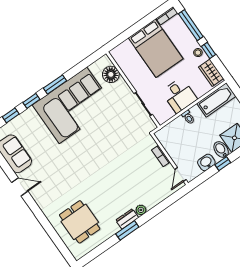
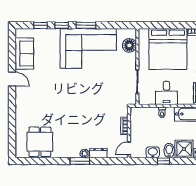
bed: (156, 48) -> (168, 49), width x1.36
dresser: (127, 219) -> (98, 153), moved
dining table: (80, 222) -> (40, 142), moved
window: (127, 230) -> (80, 161), moved

